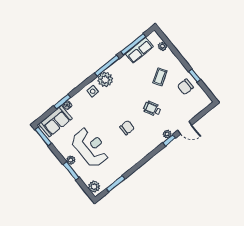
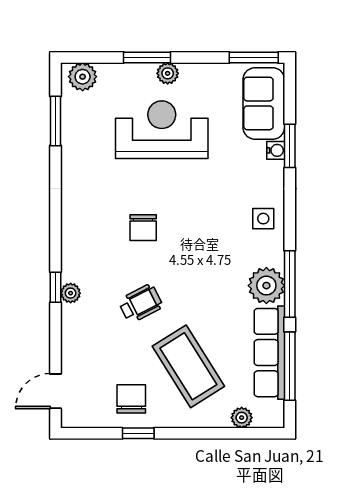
row of seats: (139, 50) -> (269, 353), width x1.48
coffee table: (160, 77) -> (188, 366), width x1.86, depth x1.72
plant: (105, 79) -> (266, 286), moved
door: (185, 128) -> (56, 391), moved
reception desk: (91, 147) -> (162, 130), turned 180

